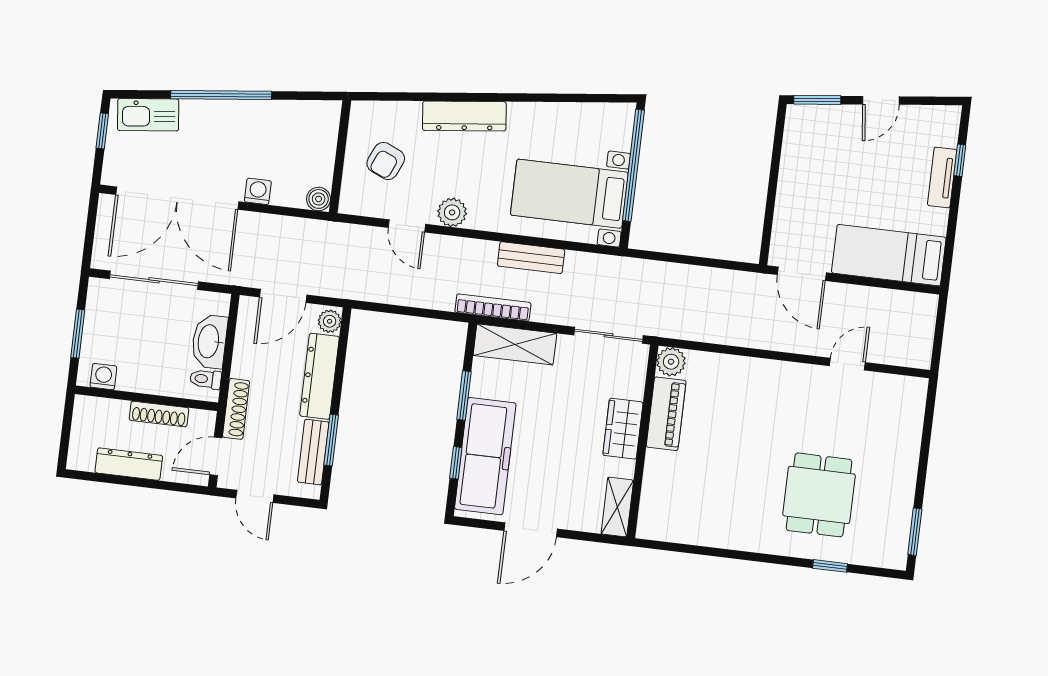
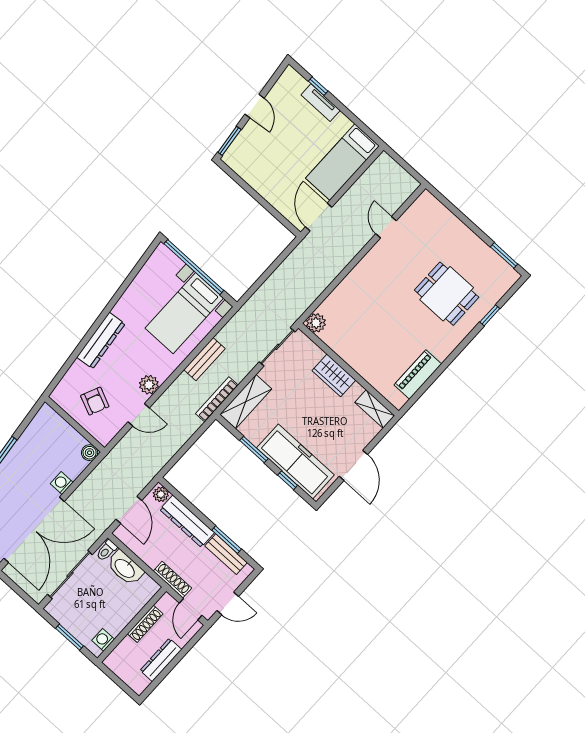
door: (802, 274) -> (319, 217), swing flipped
toilet: (206, 379) -> (107, 550), moved
piano: (666, 414) -> (418, 374), moved, turned -90

